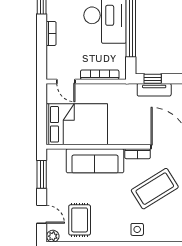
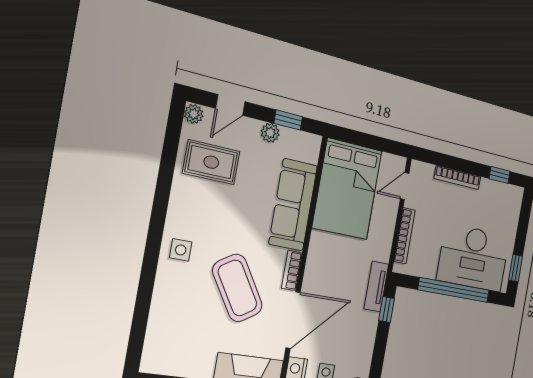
bookcase: (51, 33) -> (458, 178), width x1.56
tv unit: (154, 90) -> (376, 287), moved
window: (42, 174) -> (288, 120), width x0.67
plant: (53, 185) -> (270, 133), added

